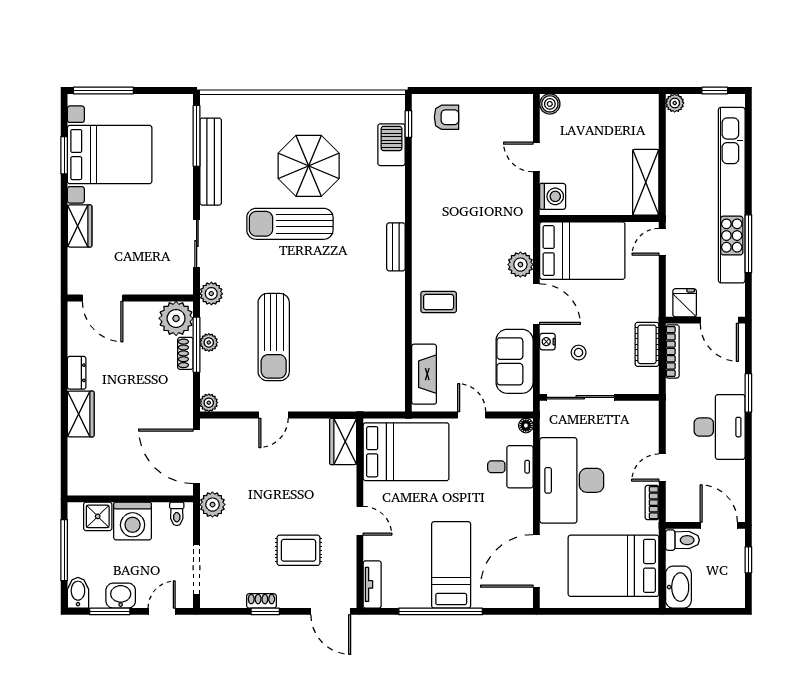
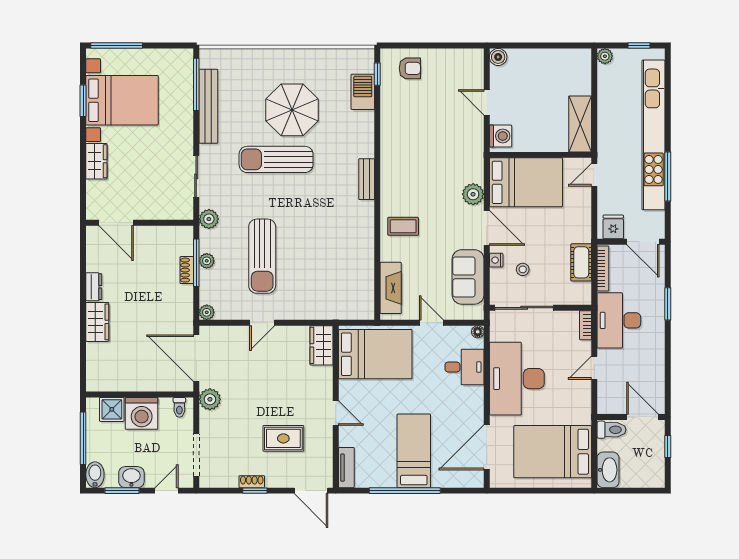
plant: (176, 318) -> (179, 240), removed
desk: (720, 427) -> (619, 320), moved, turned 180
bookcase: (652, 503) -> (585, 325), moved

